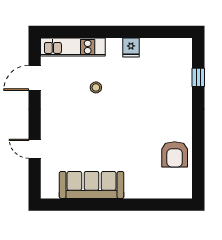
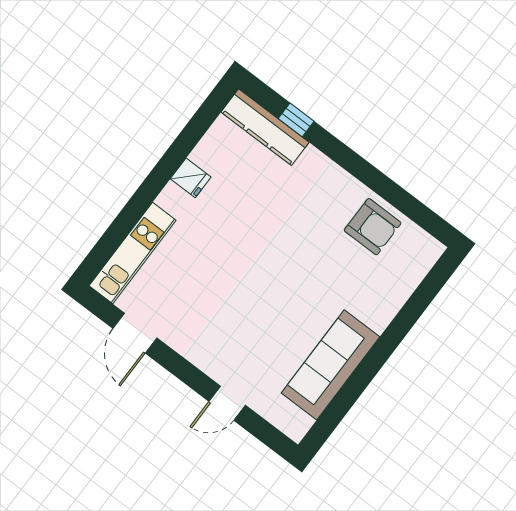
kitchen counter: (183, 65) -> (265, 127), added
stool: (96, 87) -> (208, 263), removed

